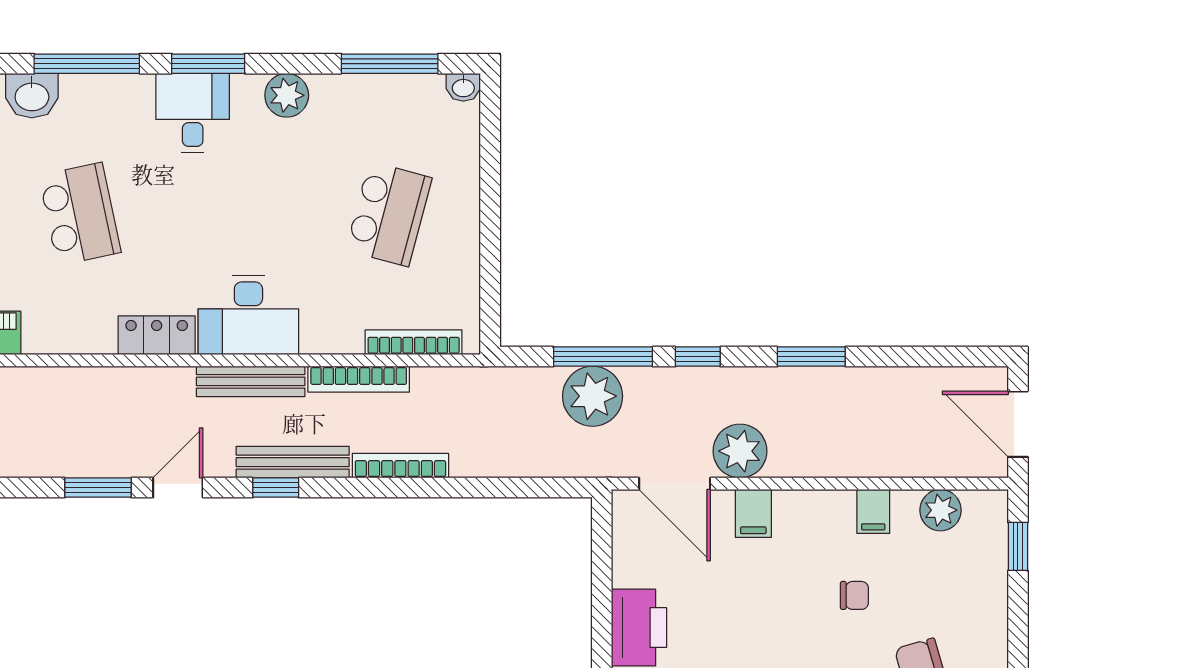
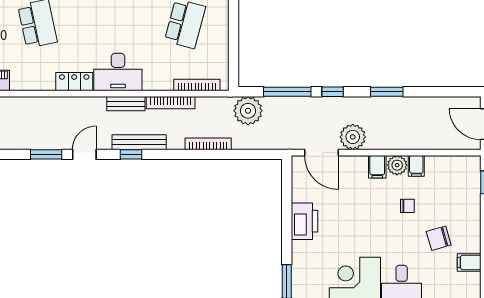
bench: (251, 381) -> (126, 104), width x0.73
plant: (593, 396) -> (248, 111), moved
bookcase: (400, 466) -> (208, 144), moved
plant: (941, 510) -> (397, 165), moved
filing cabinet: (753, 513) -> (377, 167), moved

